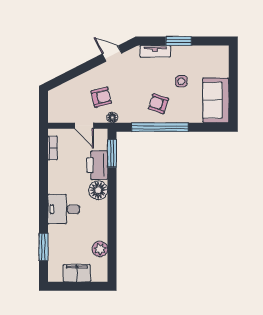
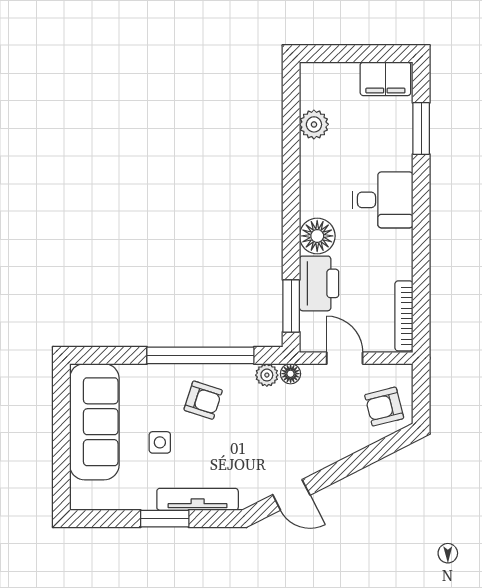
tv unit: (155, 51) -> (198, 499), width x1.41
armchair: (101, 97) -> (384, 407), moved
sofa: (216, 100) -> (94, 422), width x1.36
plant: (125, 117) -> (267, 375), added
bookcase: (53, 148) -> (404, 316), width x1.56
filing cabinet: (77, 273) -> (385, 79), moved

